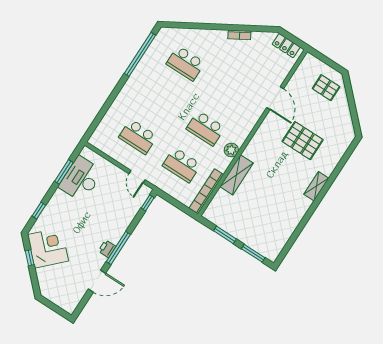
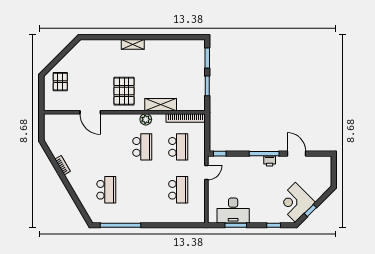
locker: (286, 46) -> (49, 128), removed
door: (275, 98) -> (90, 112), swing flipped
pallet: (303, 141) -> (124, 91), moved

